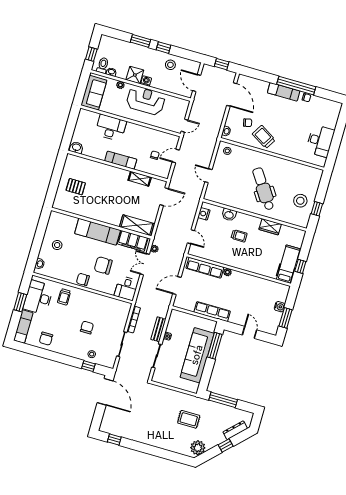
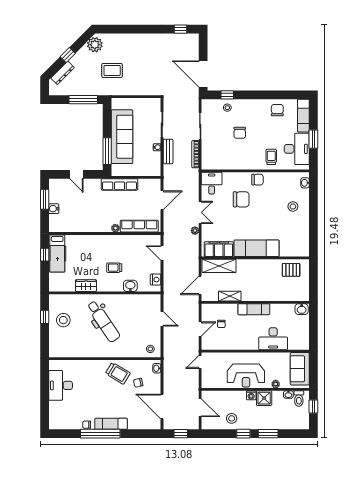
wall: (101, 223) -> (255, 258), moved
shelving: (137, 225) -> (219, 266), moved
exam couch: (98, 232) -> (256, 248), moved
filing cabinet: (133, 241) -> (219, 249), moved

